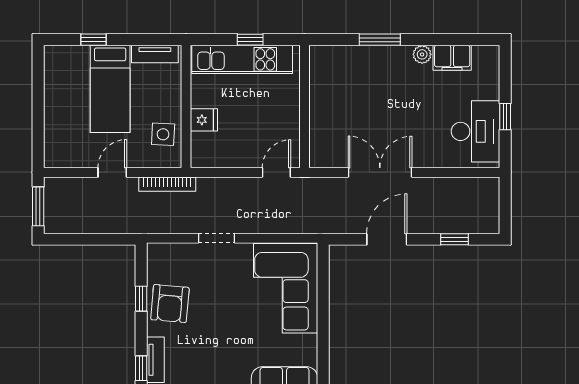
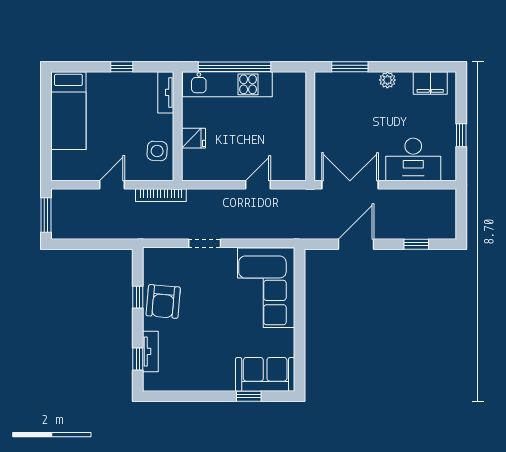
window: (93, 40) -> (122, 67), moved
window: (250, 40) -> (235, 67), width x3.17
tv unit: (155, 54) -> (166, 92), moved, turned 90
filing cabinet: (452, 58) -> (430, 83), moved
bed: (110, 89) -> (68, 111), moved
wall: (304, 107) -> (310, 126), moved
desk: (476, 131) -> (413, 159), moved, turned 90

